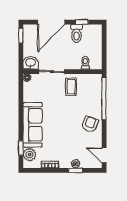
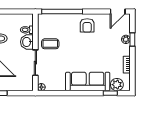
washbasin: (31, 63) -> (27, 42), moved
armchair: (90, 124) -> (87, 25), turned -110

